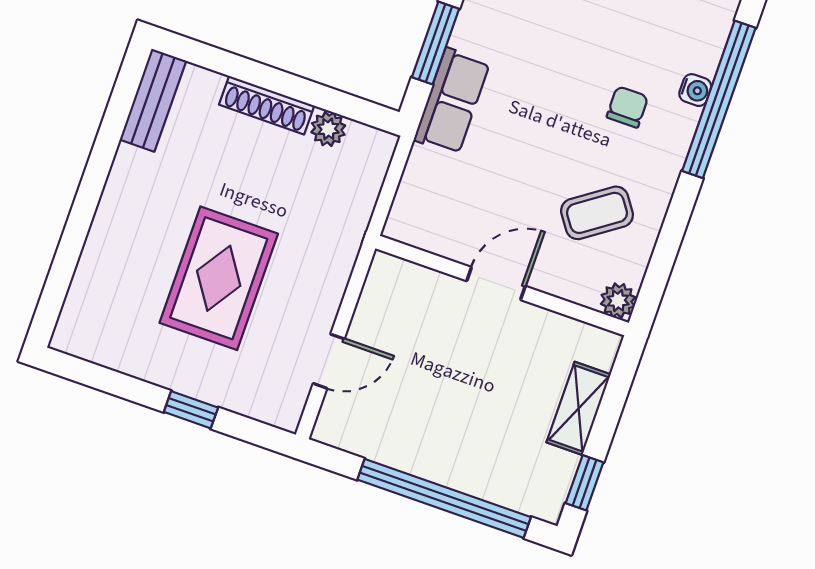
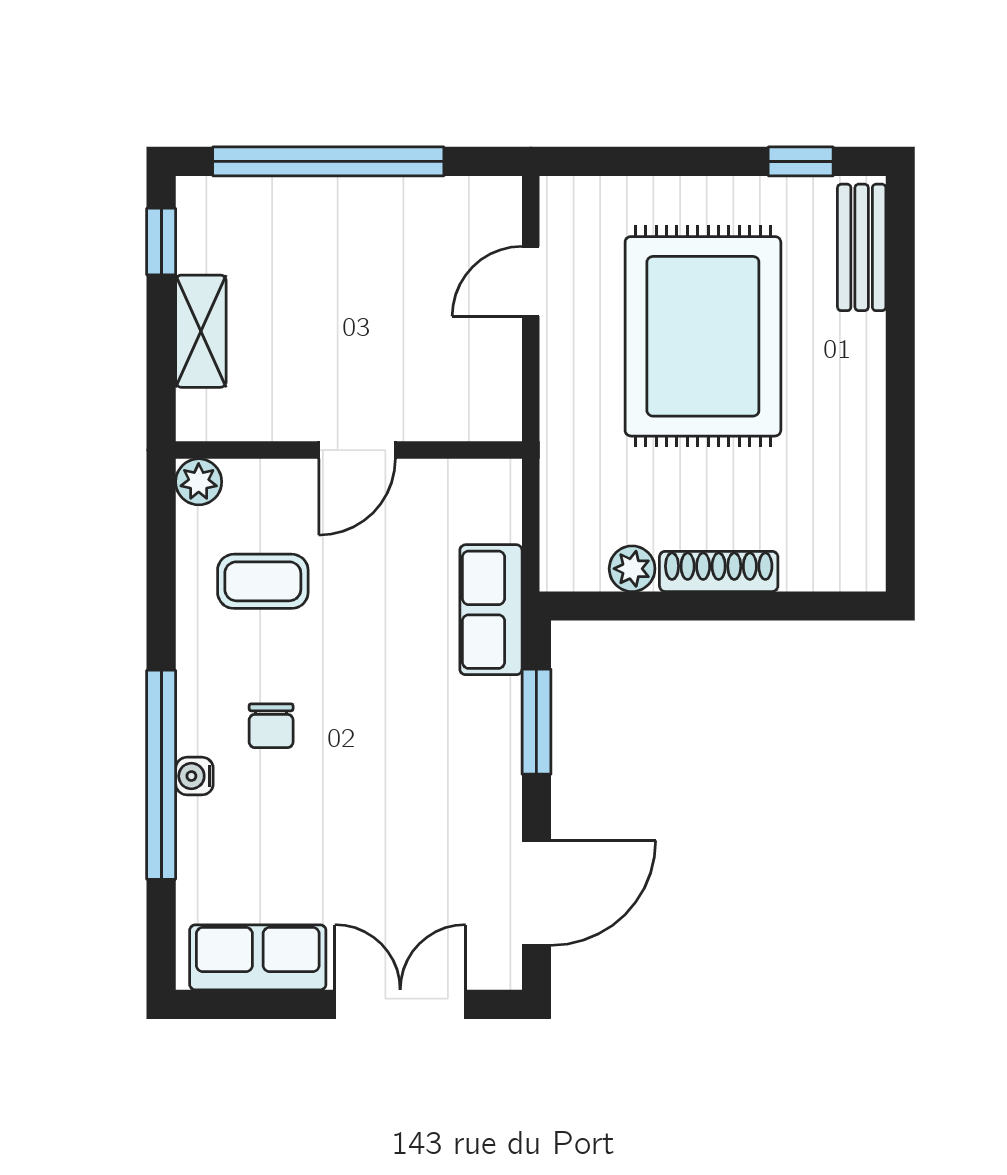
bench: (153, 100) -> (862, 247), moved
row of seats: (452, 101) -> (491, 610), moved
coffee table: (597, 213) -> (263, 581), turned 35
rug: (219, 278) -> (703, 336), width x1.37, depth x1.44
window: (191, 410) -> (801, 161), moved

